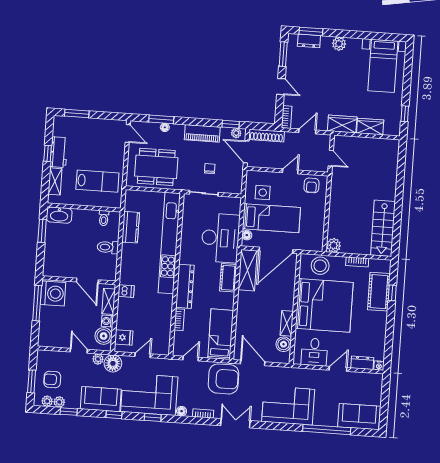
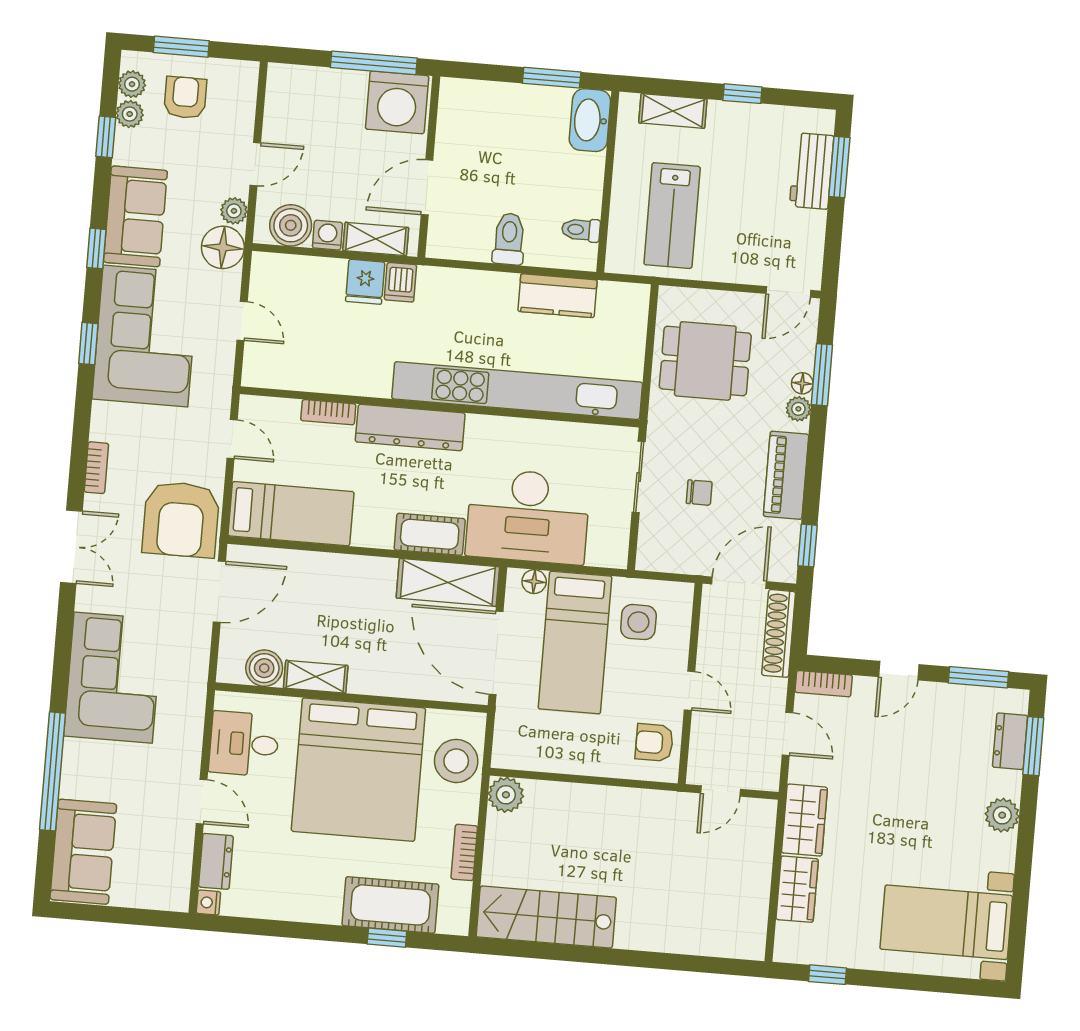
plant: (236, 133) -> (798, 409), moved
workbench: (59, 152) -> (812, 171), moved, turned 90
dining table: (156, 167) -> (705, 361), width x0.73
fridge: (124, 337) -> (365, 282), moved
floor lamp: (182, 411) -> (103, 415), removed

